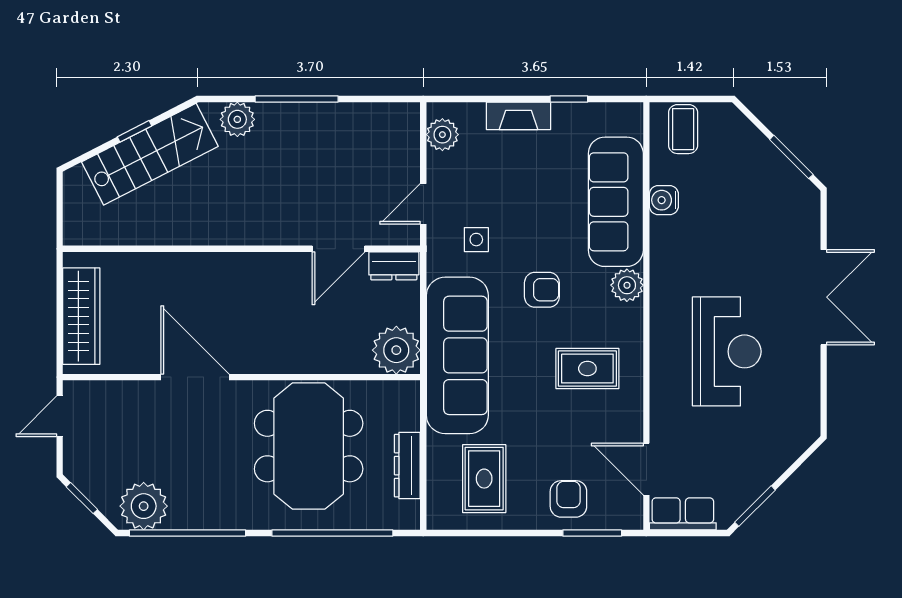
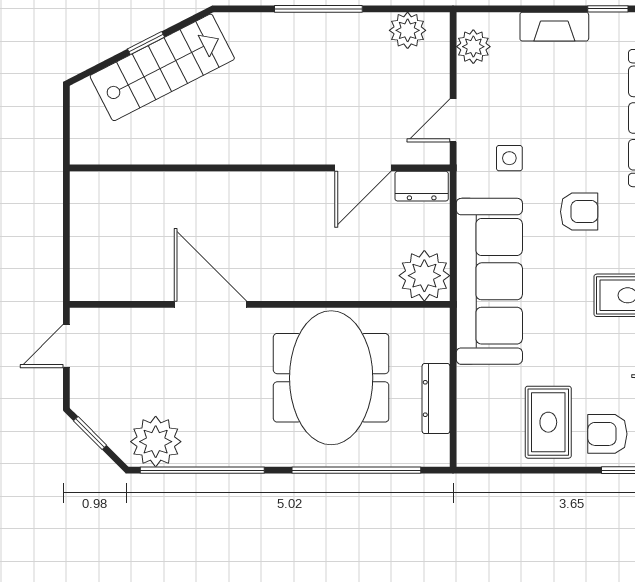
plant: (237, 119) -> (408, 30), moved
wardrobe: (81, 316) -> (89, 240), removed
rug: (484, 479) -> (548, 422), moved
armchair: (568, 499) -> (607, 434), turned -90

